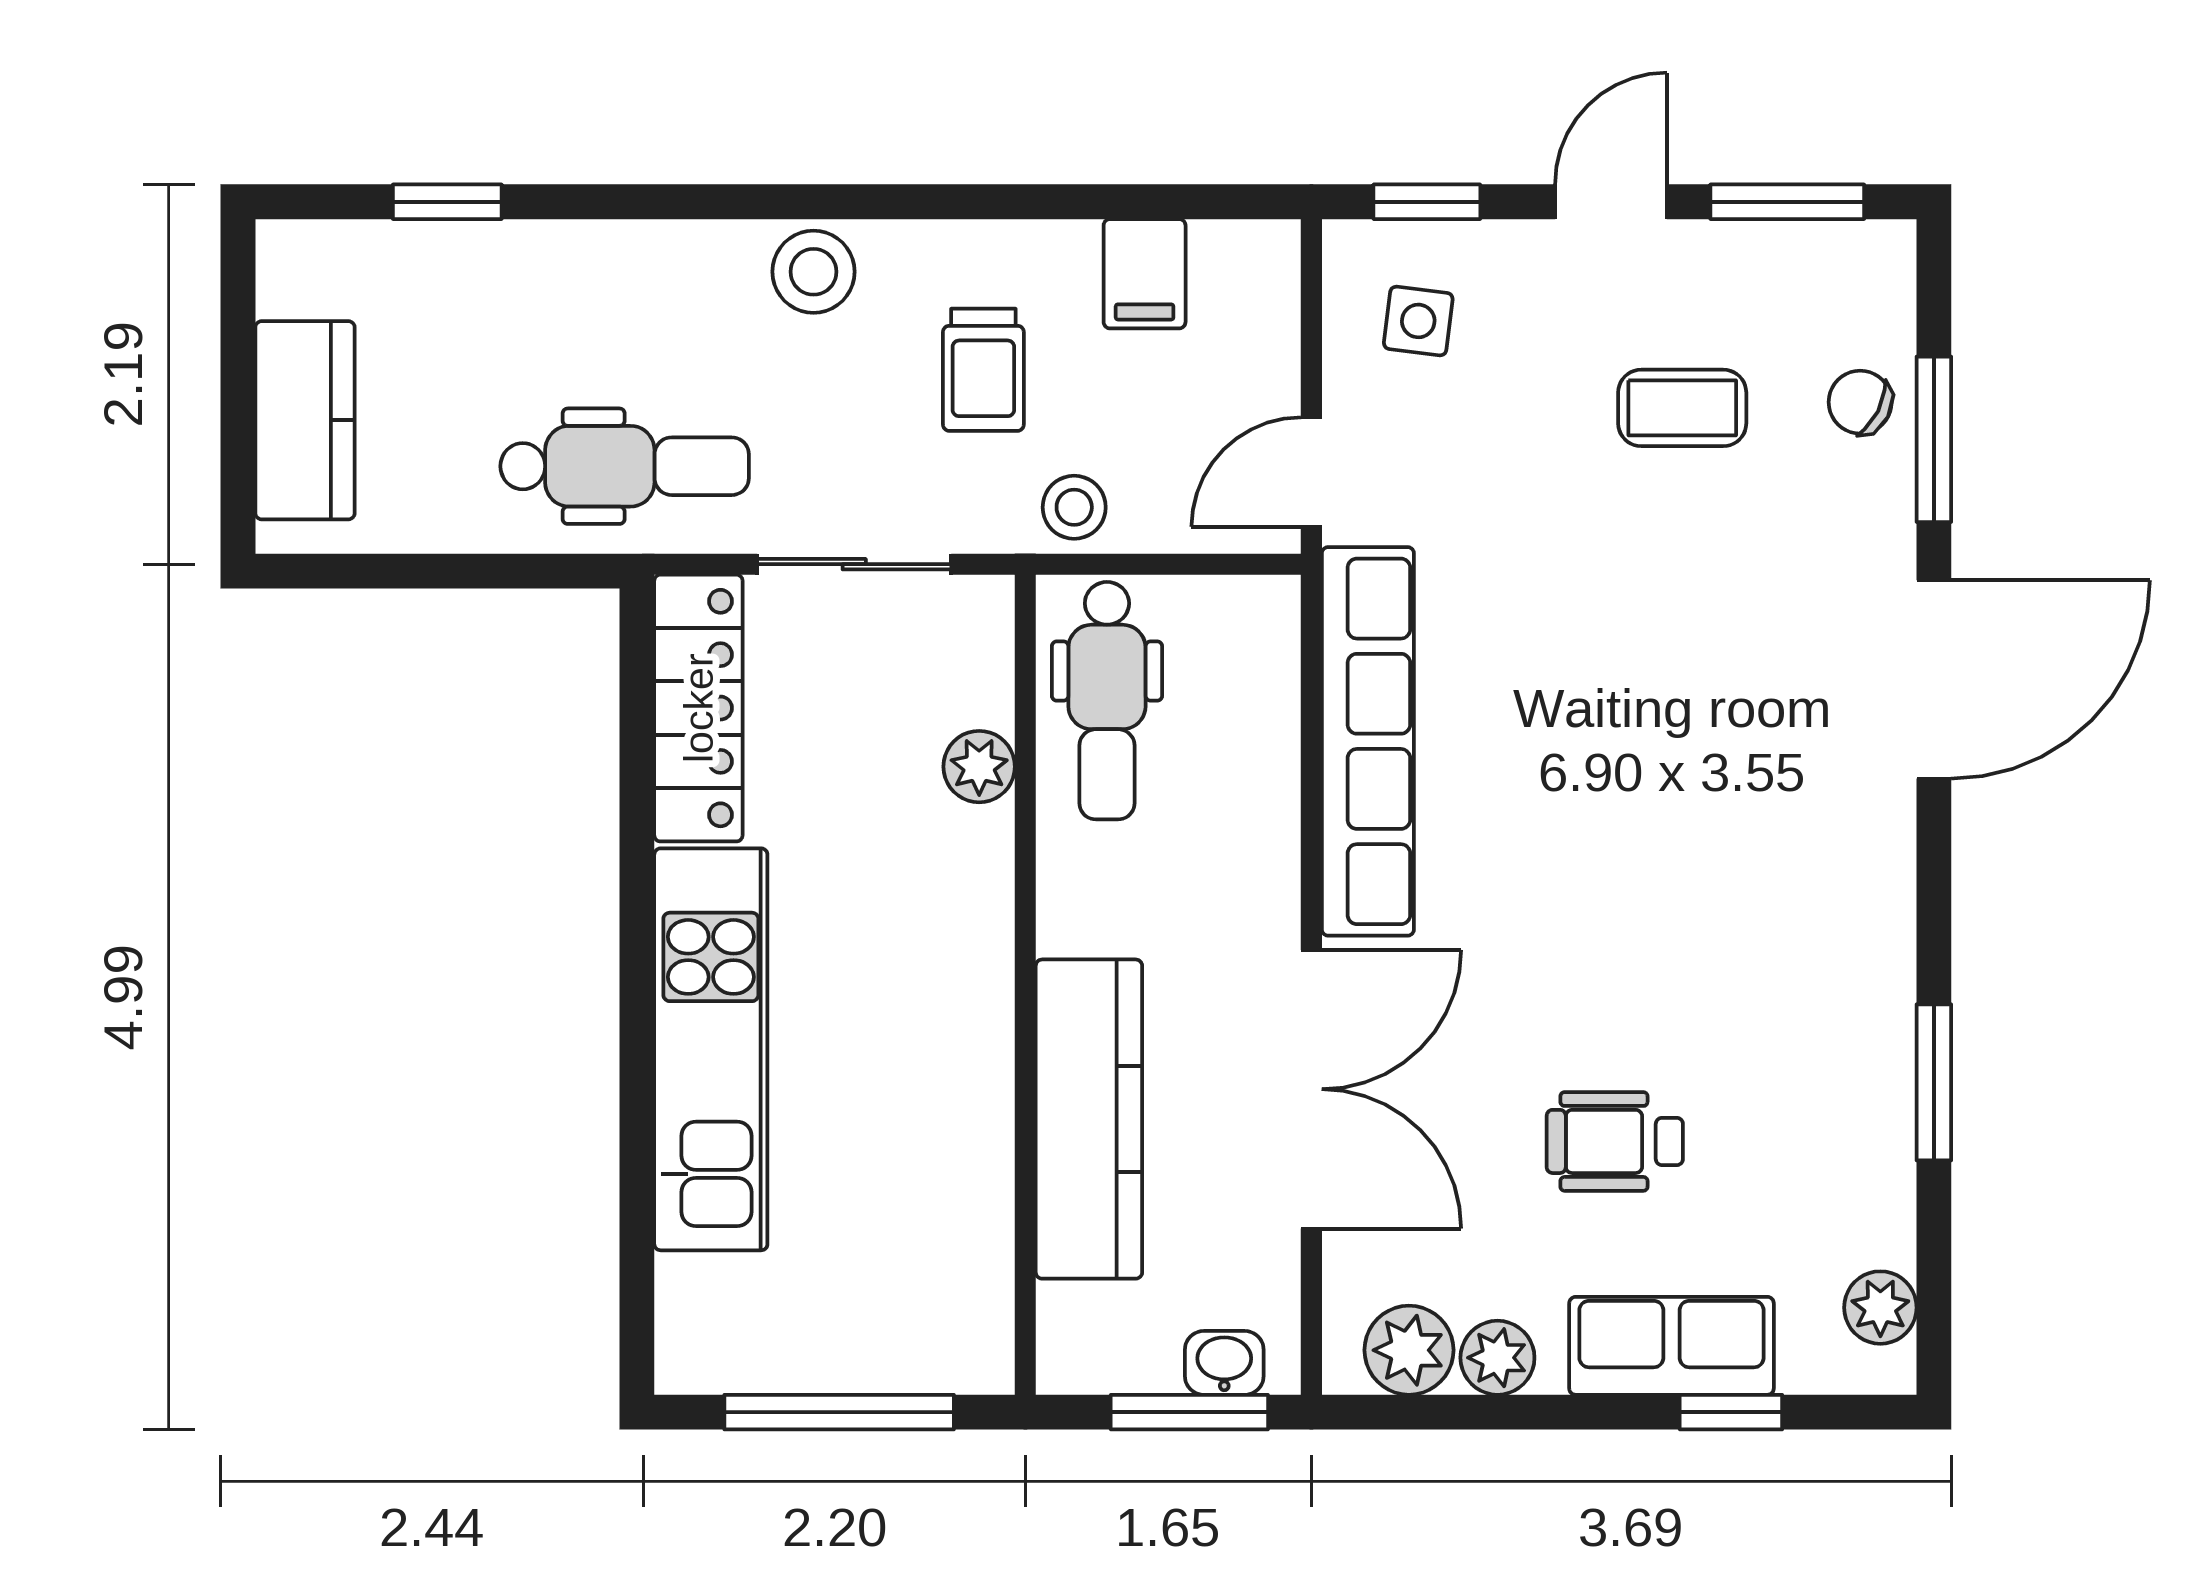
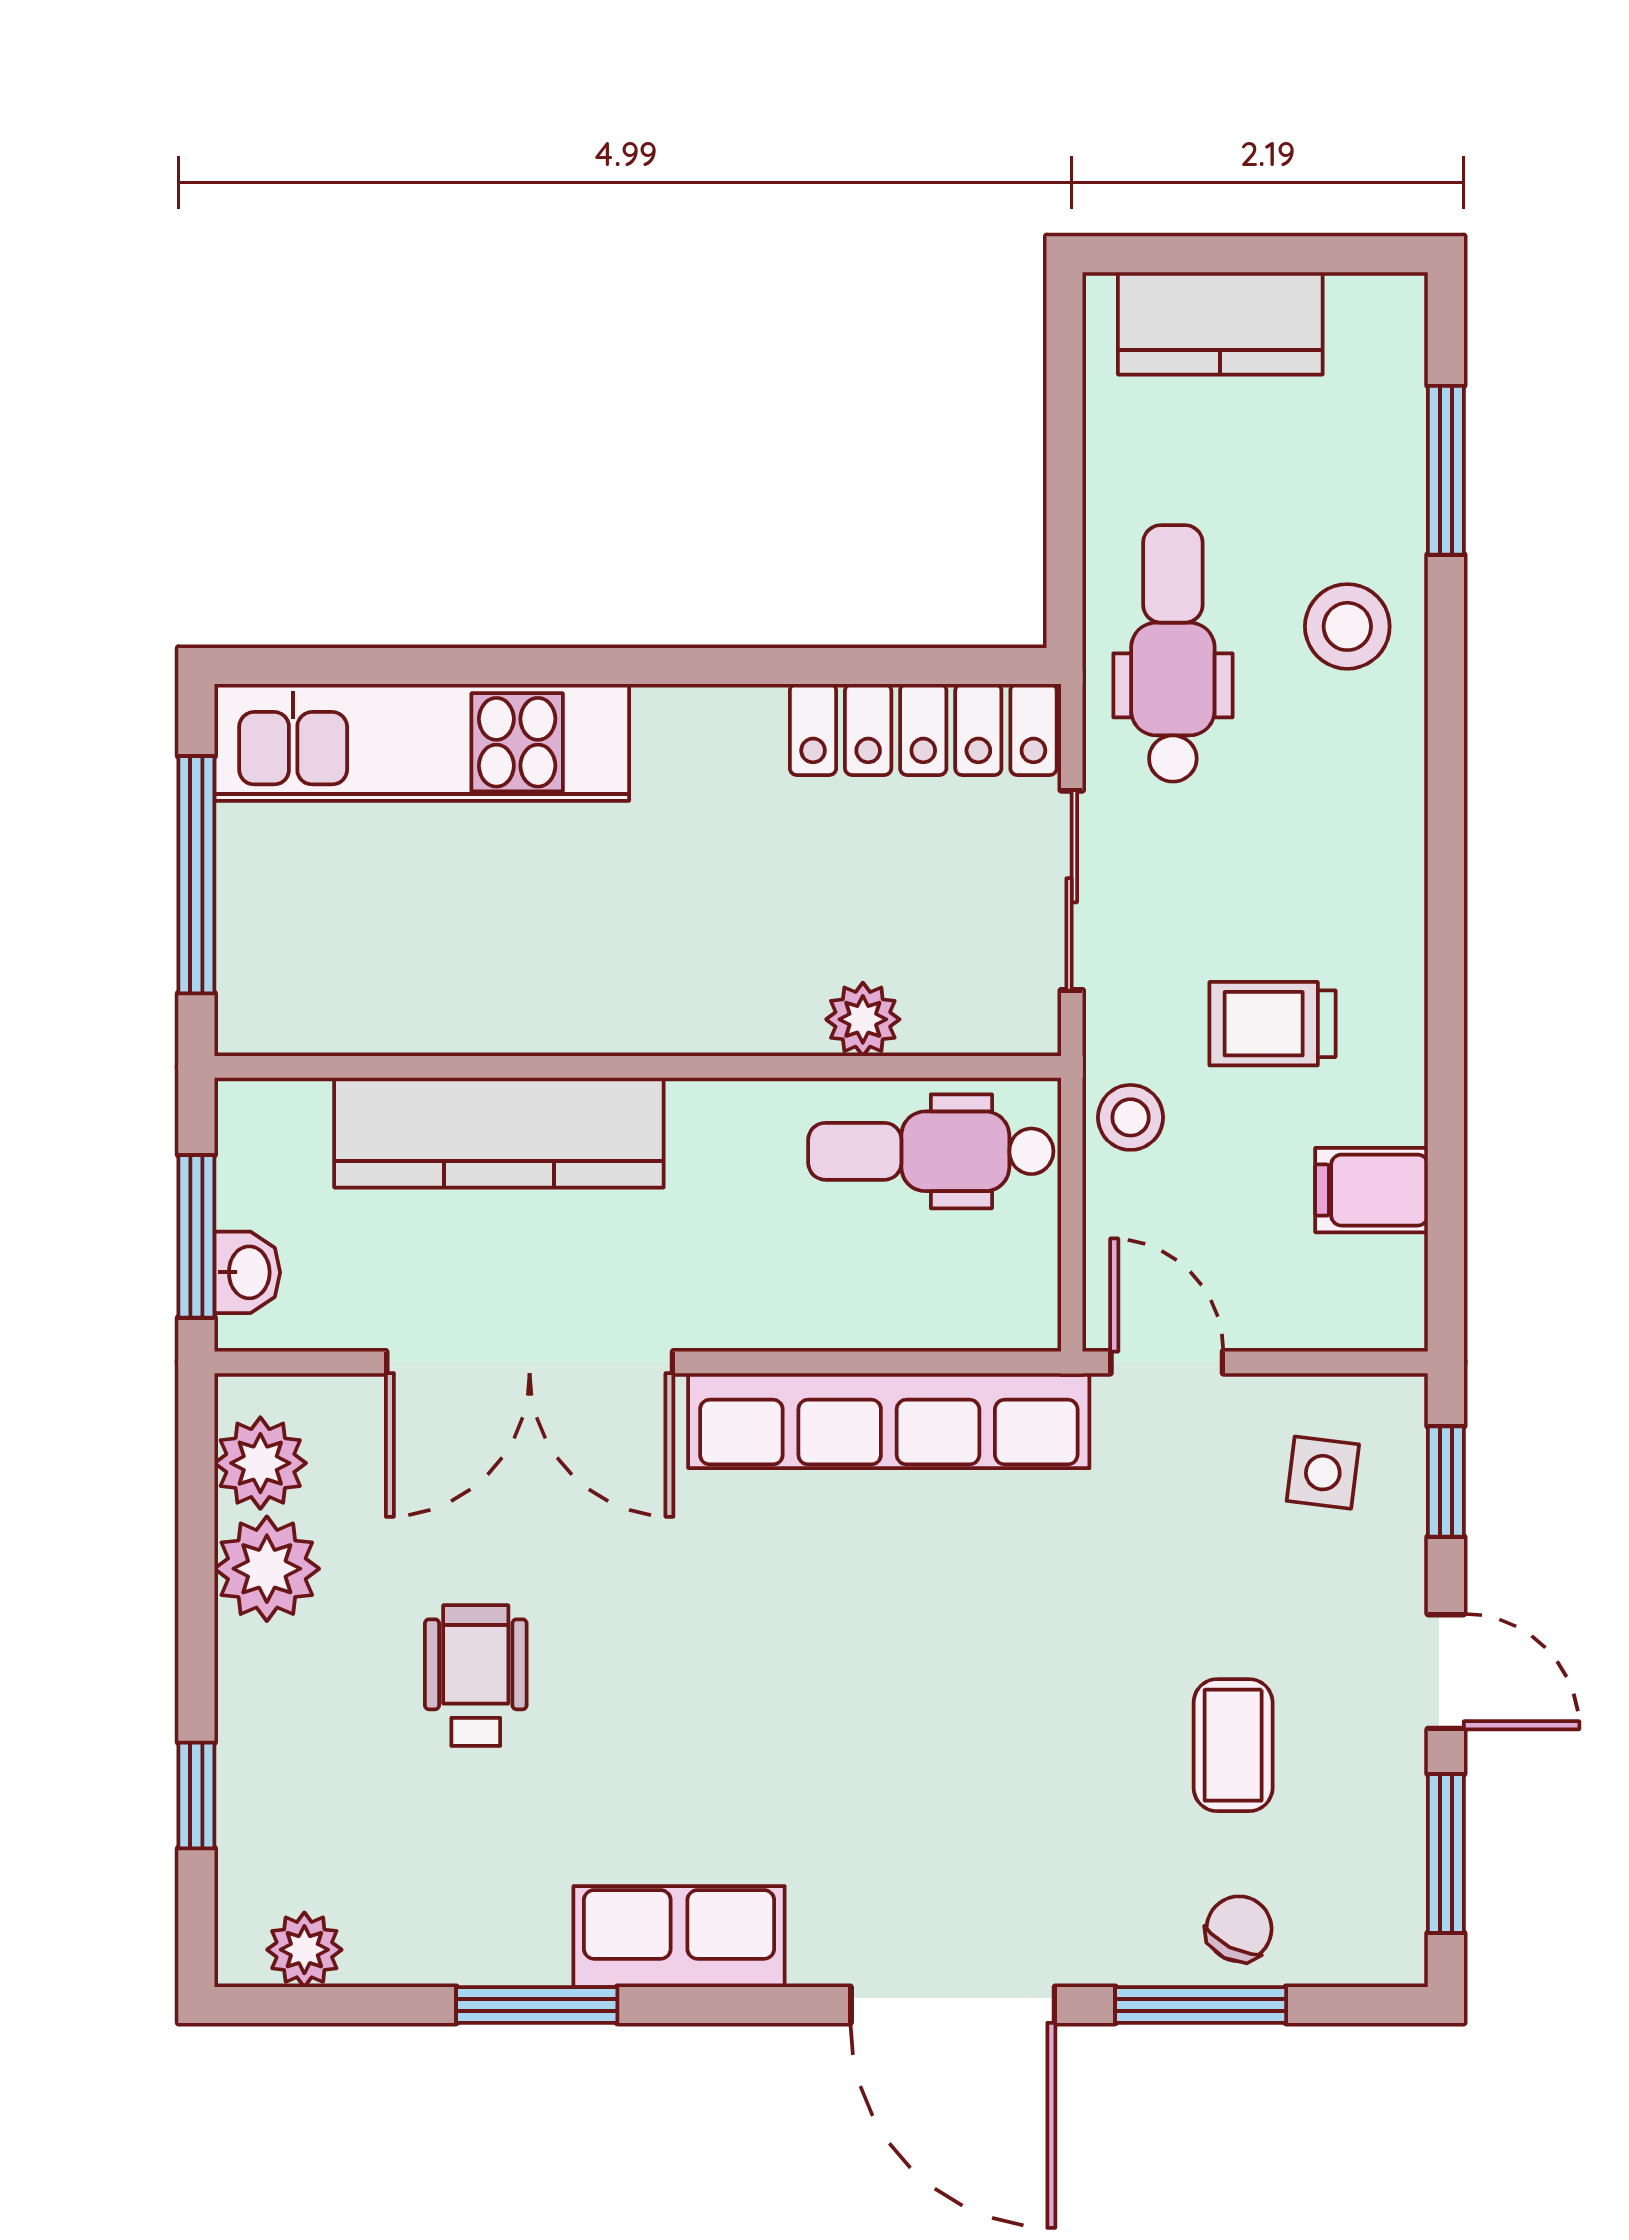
window: (447, 202) -> (1446, 470), width x1.50
stool: (813, 272) -> (1347, 626), moved
dental chair: (625, 466) -> (1173, 653), turned 180
kitchen unit: (711, 1049) -> (422, 742), moved
row of seats: (1671, 1346) -> (679, 1937), moved, turned -90
plant: (1497, 1358) -> (267, 1569), width x1.38, depth x1.38

